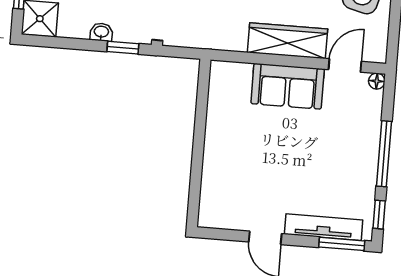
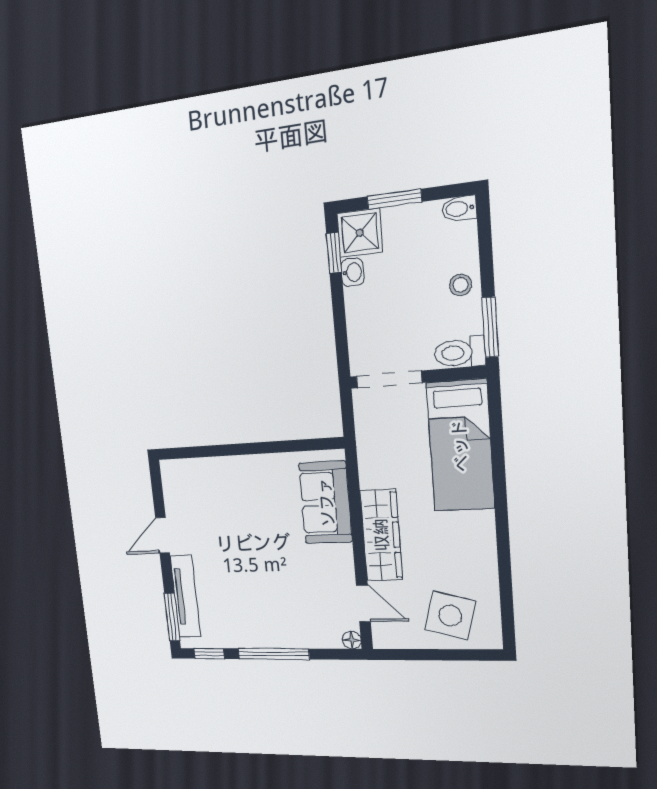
washbasin: (101, 32) -> (352, 272), moved
window: (123, 48) -> (334, 253), moved
sofa: (288, 86) -> (326, 502), moved

